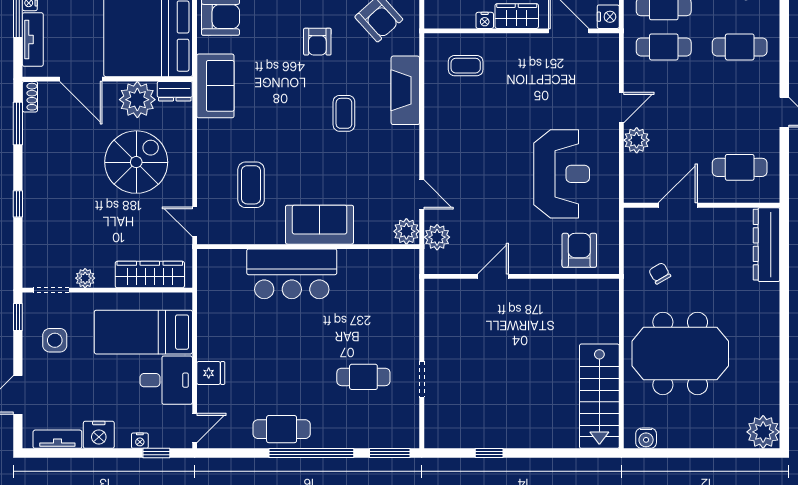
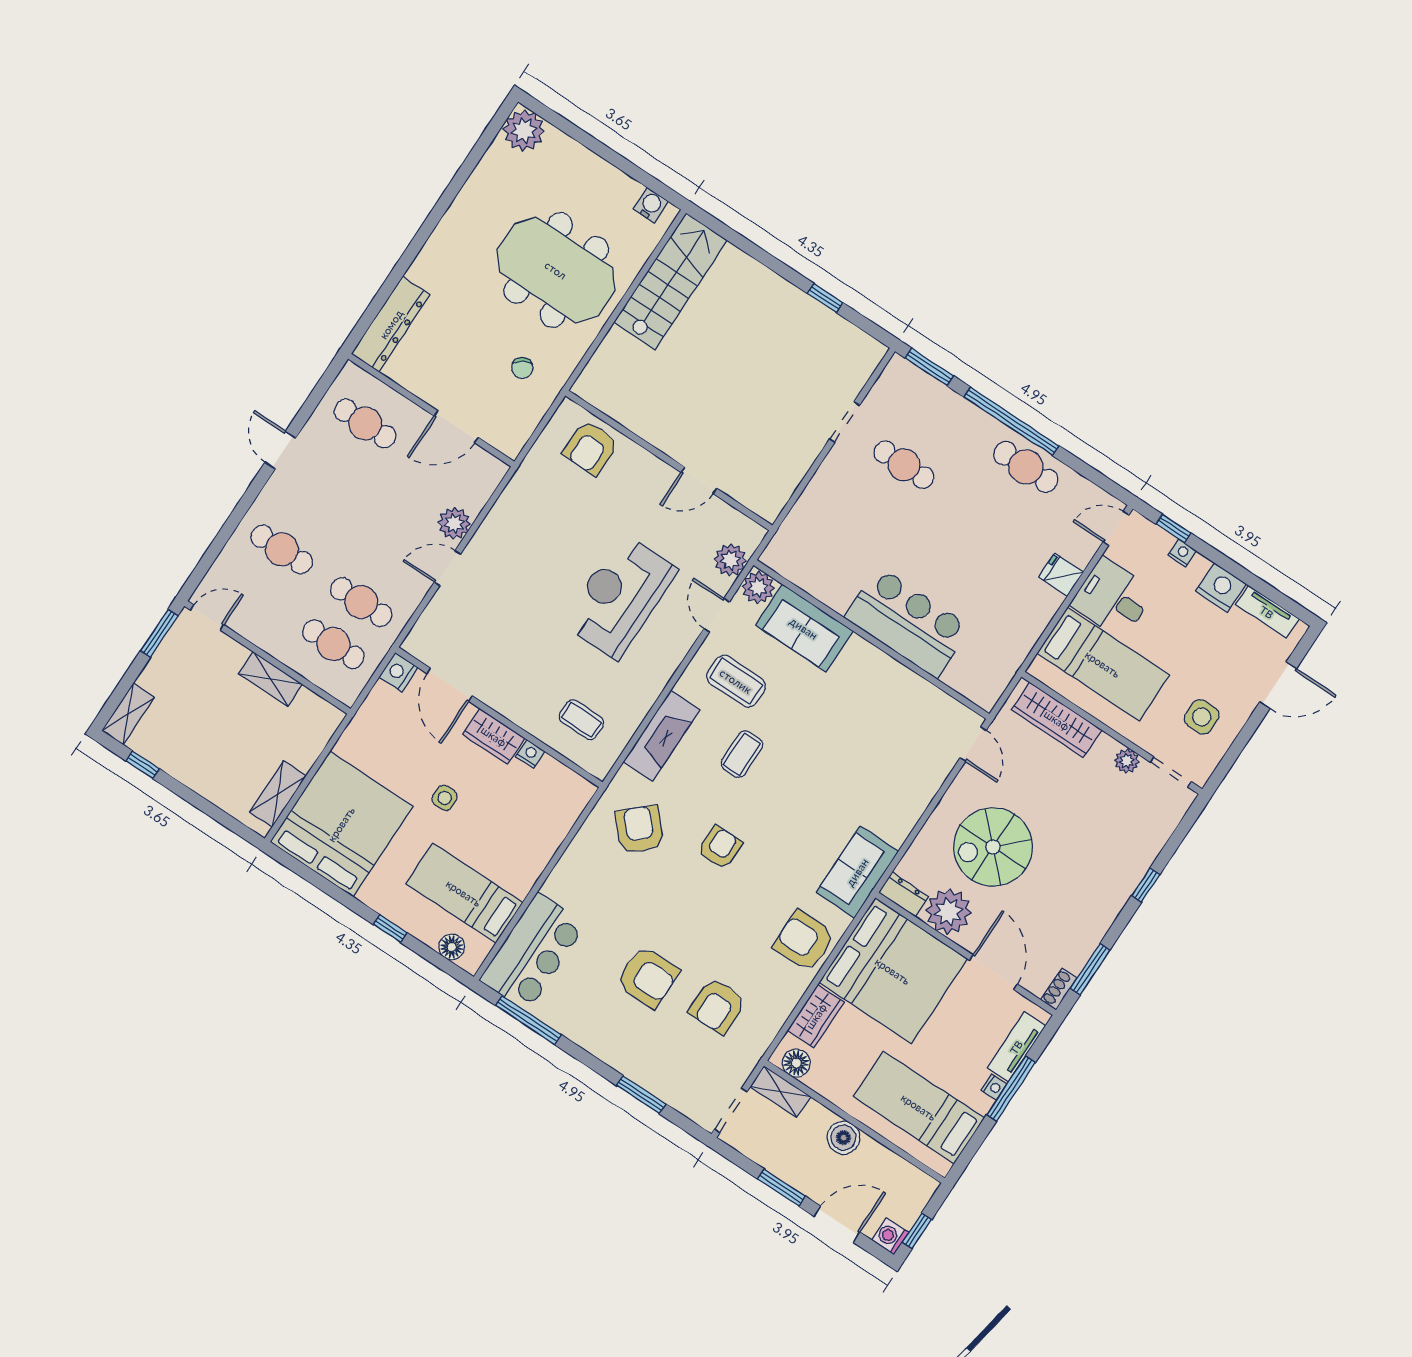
reception desk: (562, 174) -> (620, 597), moved
coffee table: (251, 185) -> (736, 681), moved, turned 90
sofa: (320, 225) -> (804, 628), moved
window: (18, 317) -> (1224, 767), removed

